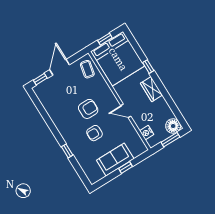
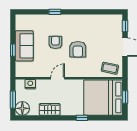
wardrobe: (151, 89) -> (50, 109), moved

